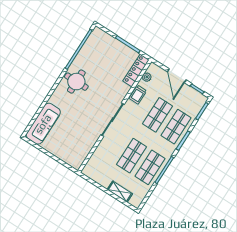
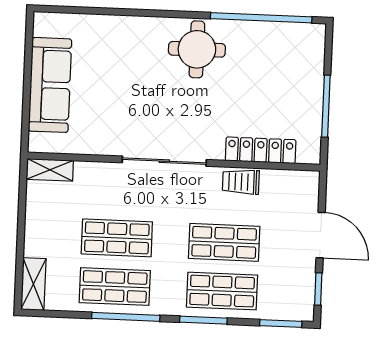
locker: (136, 70) -> (261, 150), moved
door: (177, 76) -> (321, 235), swing flipped
plant: (147, 77) -> (284, 179), removed
sofa: (43, 124) -> (50, 85), moved, turned -90
shelving: (90, 166) -> (50, 170), added
shelving: (120, 192) -> (33, 284), moved

